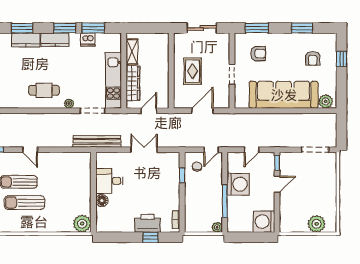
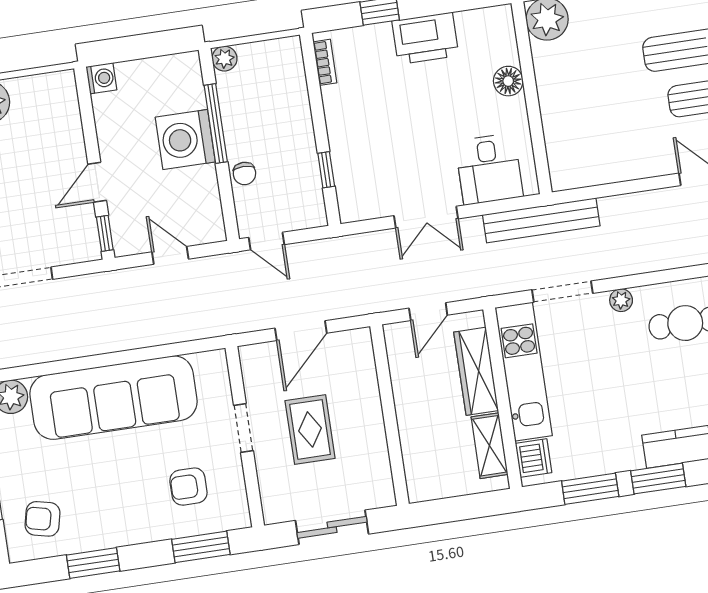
dishwasher: (88, 40) -> (533, 458), moved, turned 90
armchair: (313, 58) -> (42, 519), moved, turned -77
rug: (193, 71) -> (310, 429), moved
door: (211, 150) -> (266, 241), swing flipped
door: (252, 150) -> (170, 255), hinge flipped
chair: (197, 167) -> (244, 174), moved
desk: (109, 181) -> (489, 169), moved, turned 90
washing machine: (238, 184) -> (185, 140), moved
washing machine: (264, 222) -> (101, 78), width x0.53, depth x0.53
printer: (148, 223) -> (425, 38), moved

